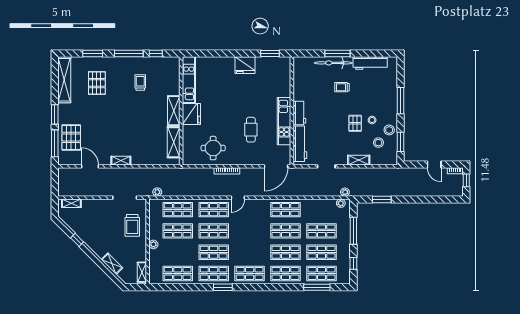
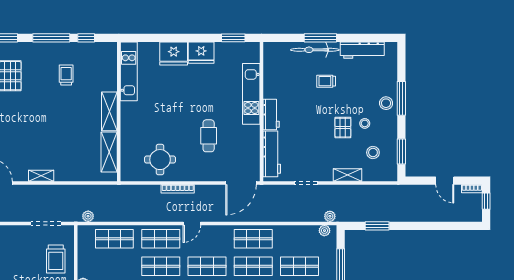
fridge: (191, 114) -> (174, 53), moved, turned 90
kitchen unit: (284, 121) -> (251, 94), moved
stool: (389, 130) -> (386, 103), moved
shop shelf: (178, 231) -> (207, 266), moved

